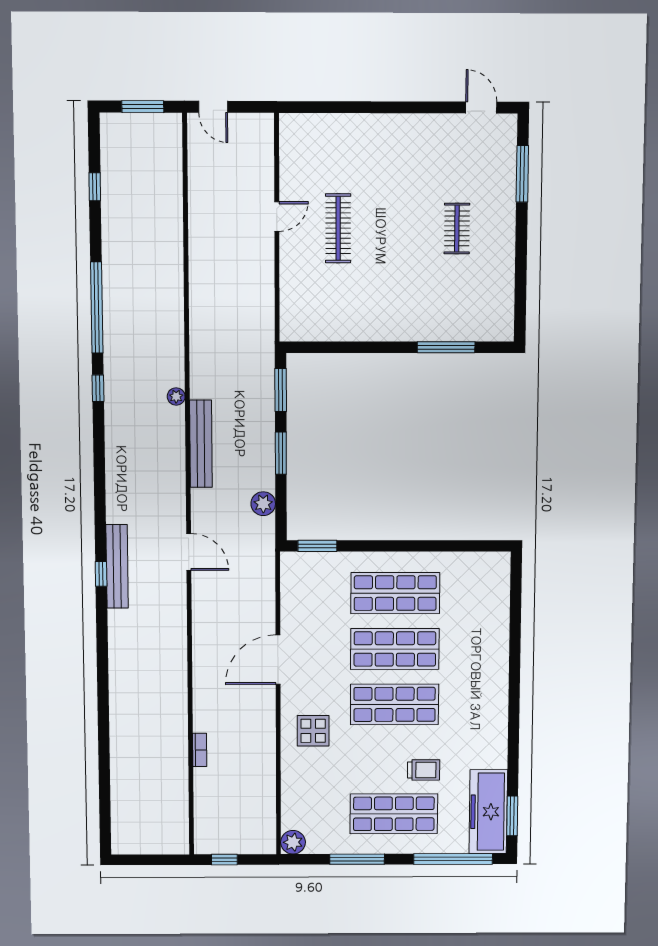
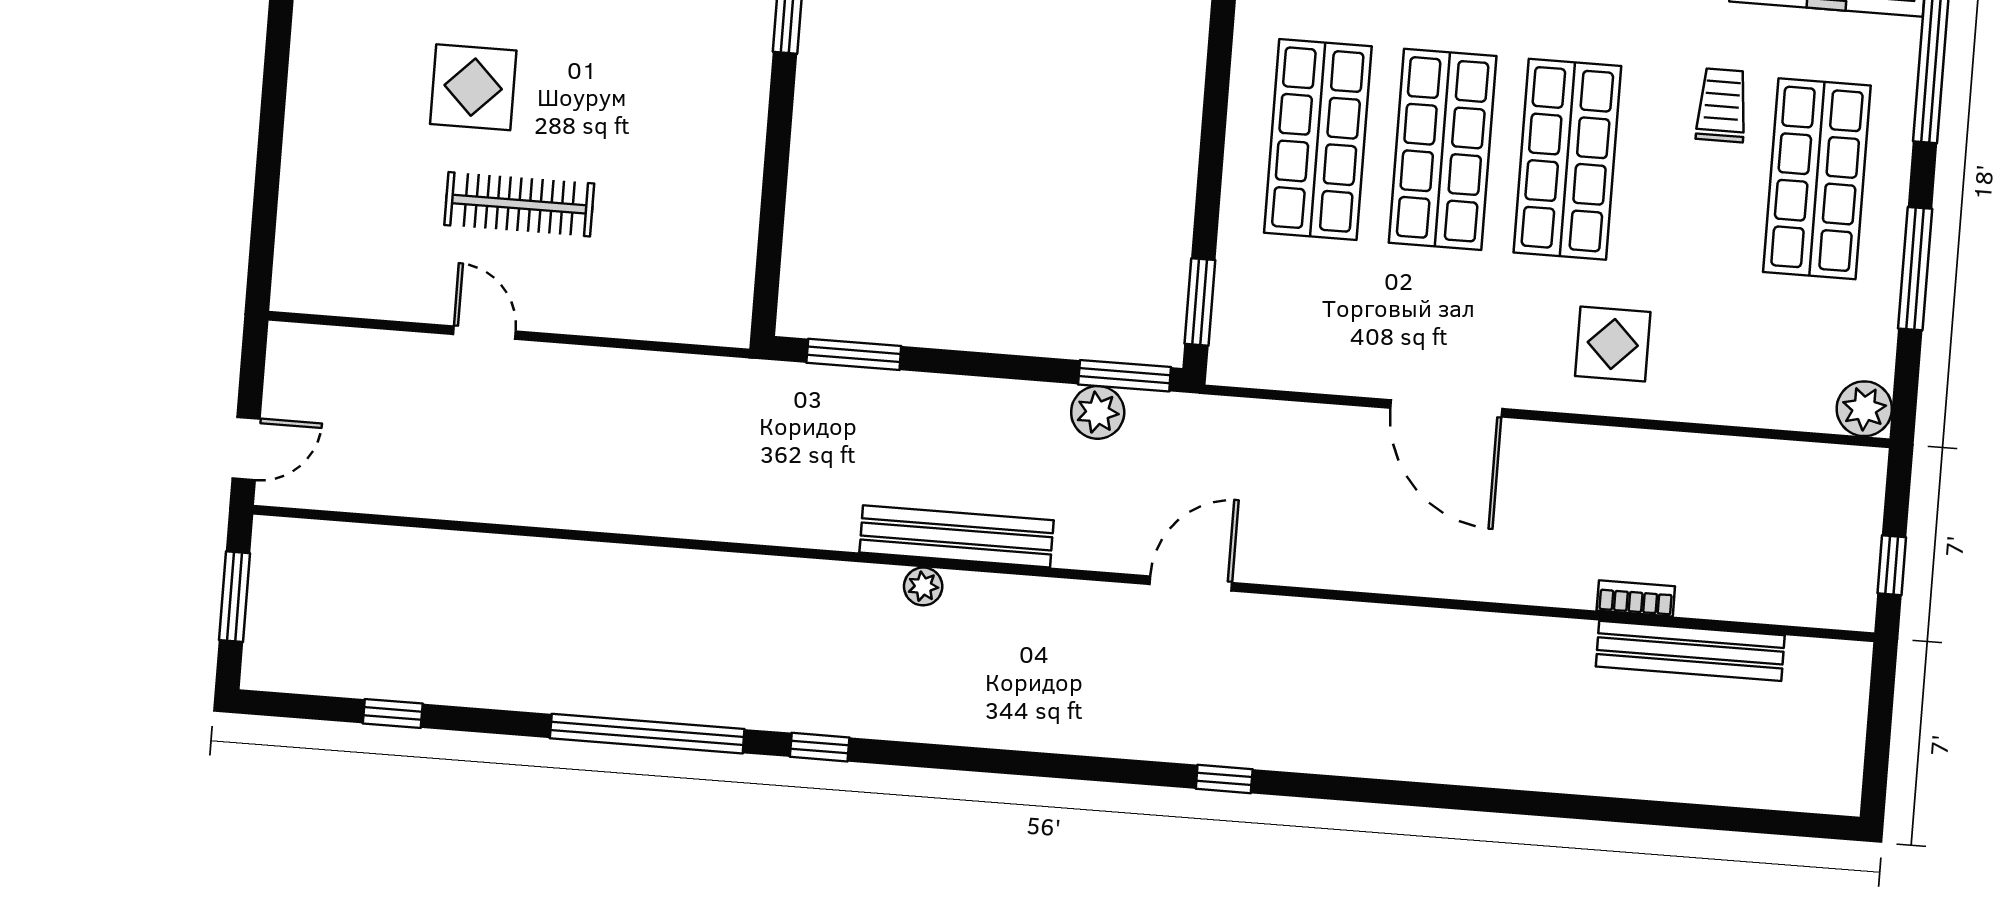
display table: (391, 202) -> (473, 87), added
plant: (176, 396) -> (923, 586), moved
window: (281, 453) -> (1125, 376), moved
bench: (117, 566) -> (1690, 651), moved

